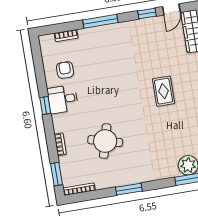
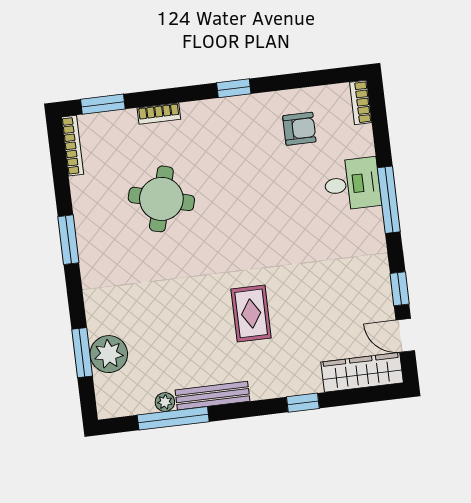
bookcase: (66, 36) -> (361, 102), moved
rug: (163, 91) -> (251, 313), turned 90
desk: (63, 99) -> (352, 184), moved, turned 90

